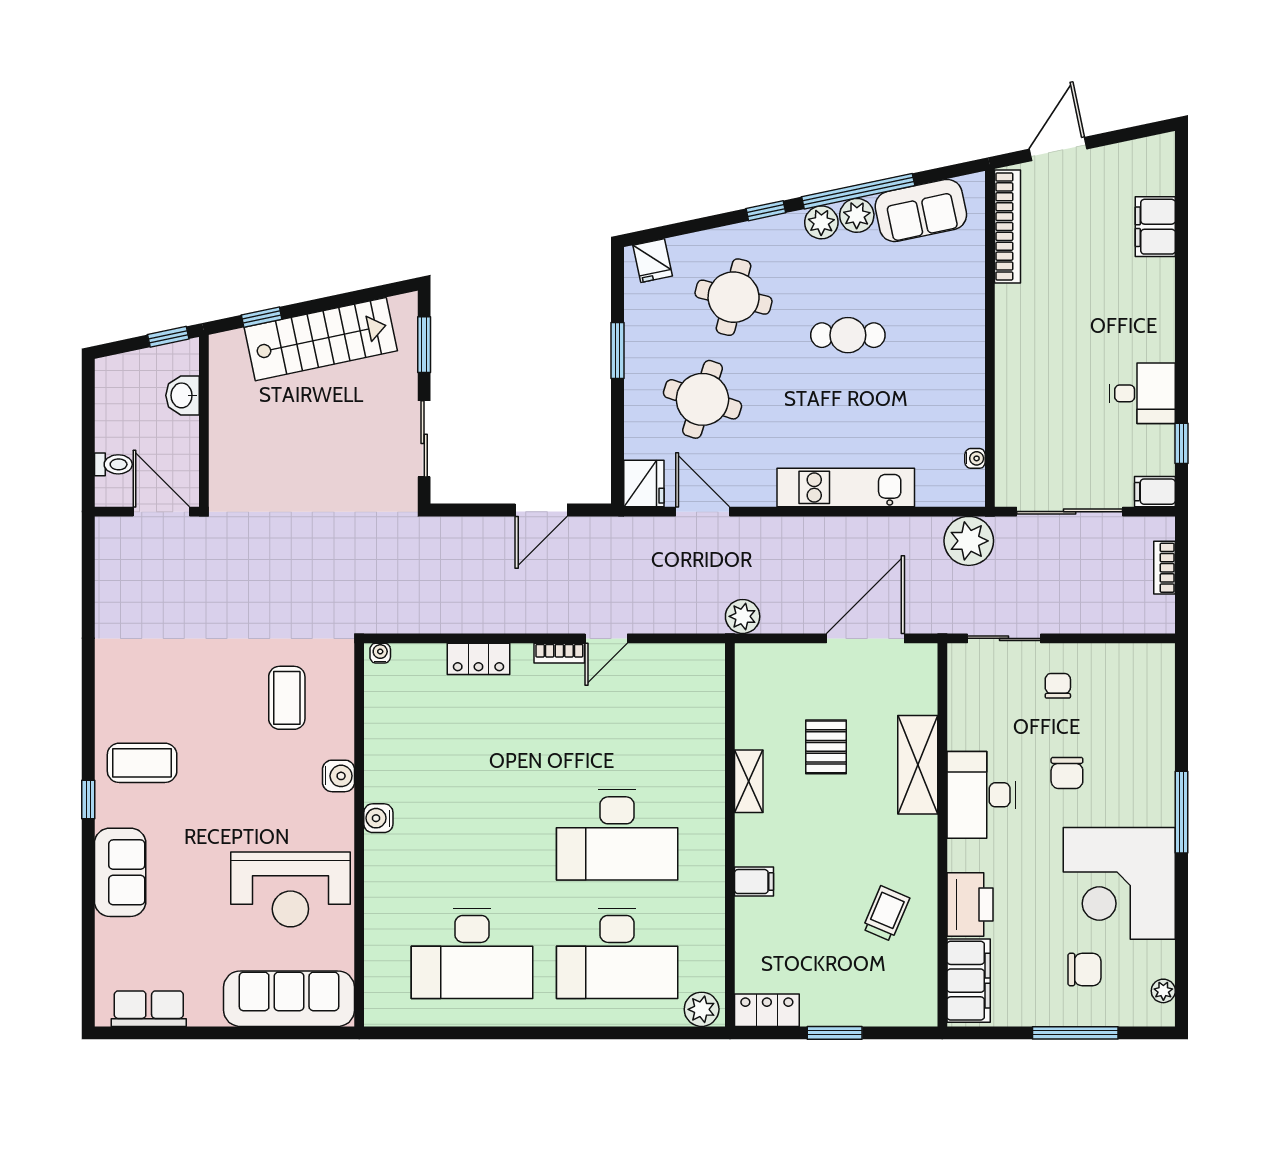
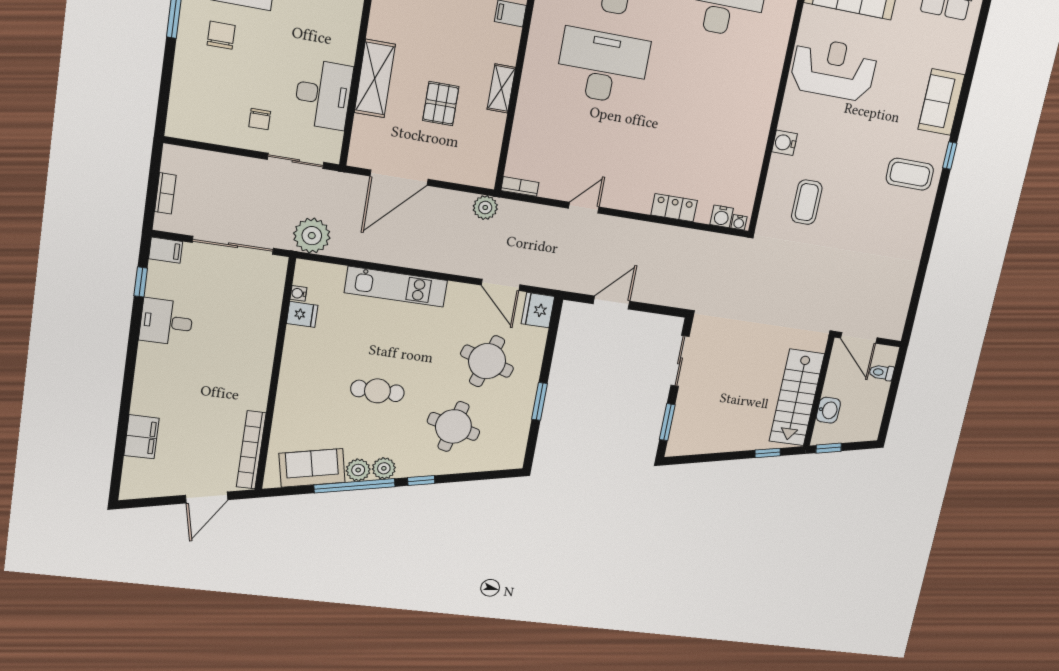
fridge: (653, 261) -> (302, 314), moved, turned 102
stairs: (321, 339) -> (797, 398), moved, turned -78
bookcase: (559, 653) -> (520, 186), moved
chair: (1067, 773) -> (221, 35), moved
desk: (981, 795) -> (323, 95), moved
water cooler: (378, 818) -> (722, 216), moved, turned 90

